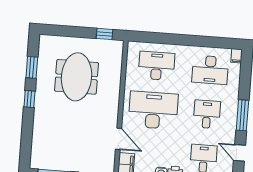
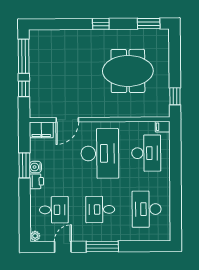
filing cabinet: (237, 56) -> (163, 127), moved
window: (32, 67) -> (149, 24), moved
desk: (207, 114) -> (100, 209), turned 180

